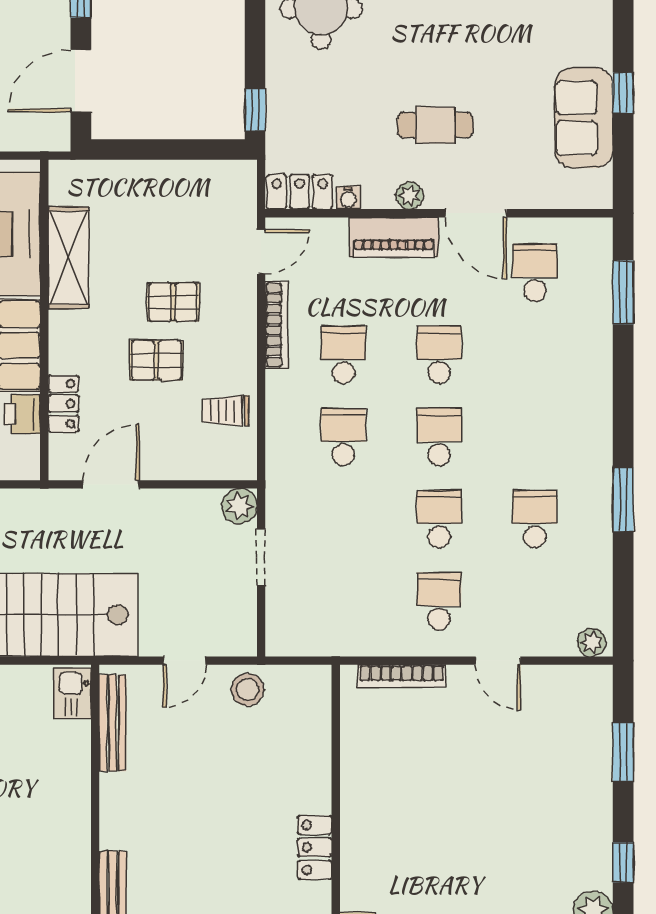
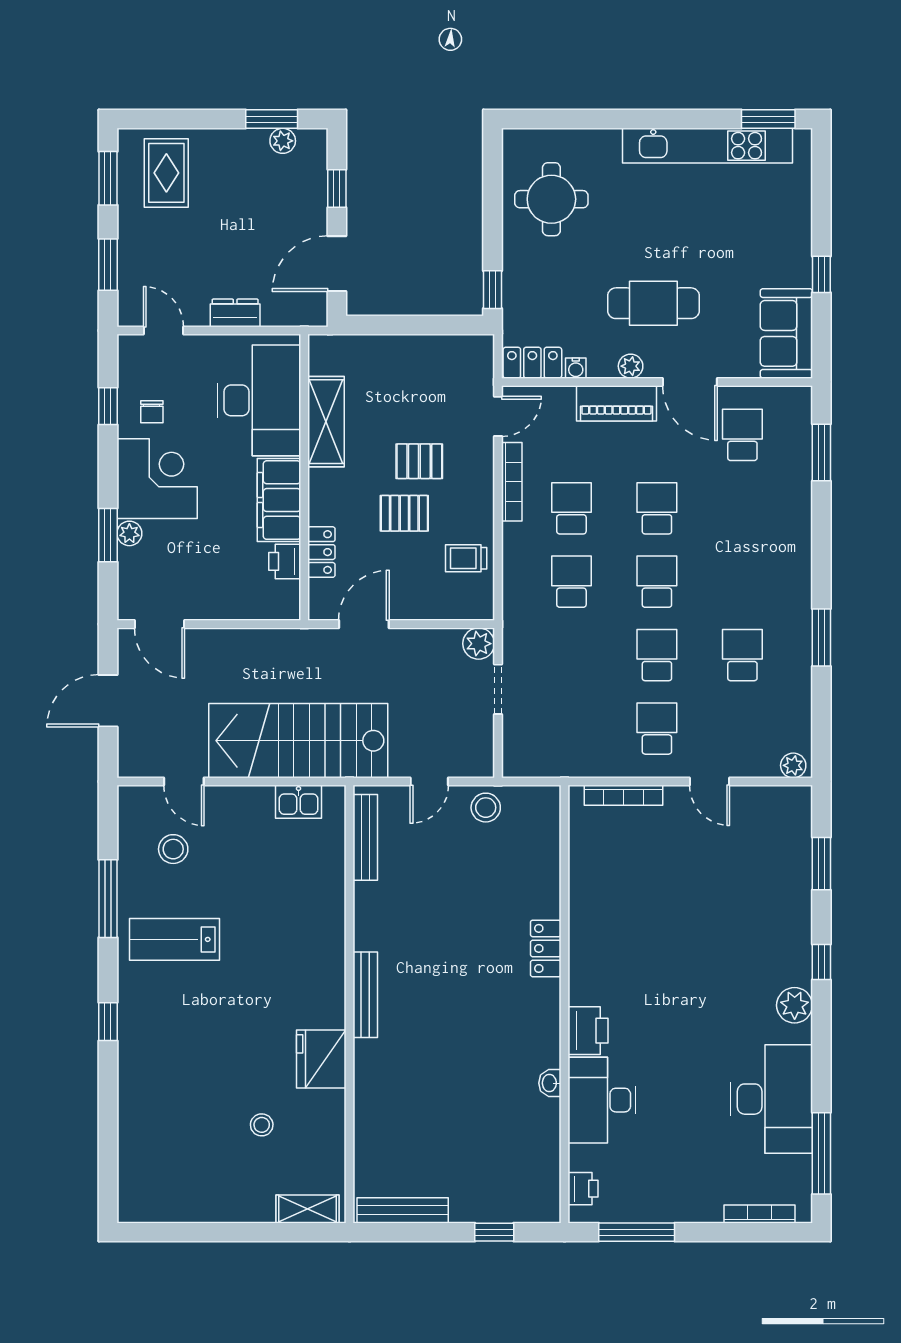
sofa: (584, 118) -> (786, 333), moved
cafe table: (435, 125) -> (653, 303), width x1.37, depth x1.35
kitchen sink: (72, 693) -> (298, 802), moved, turned -90

